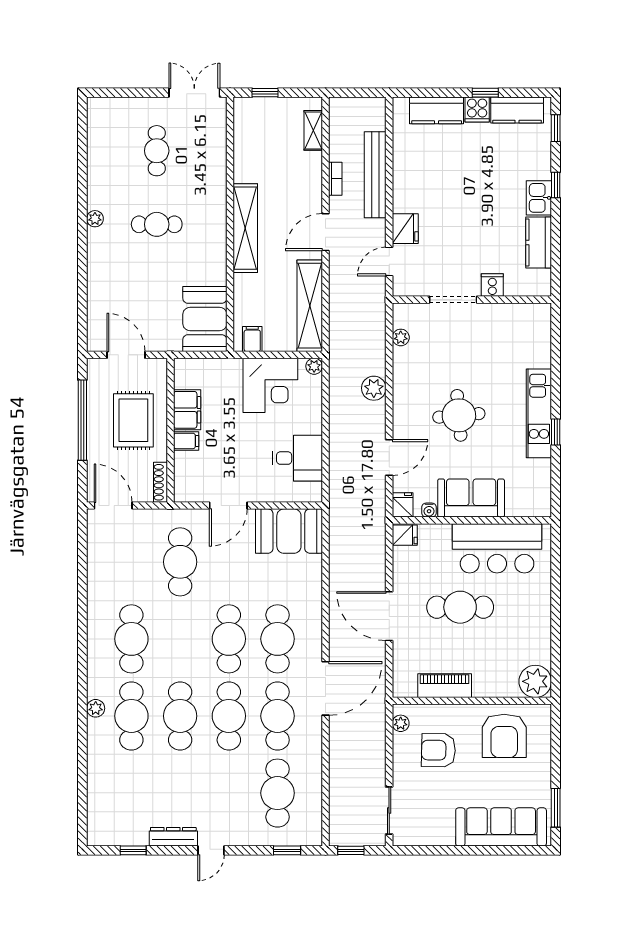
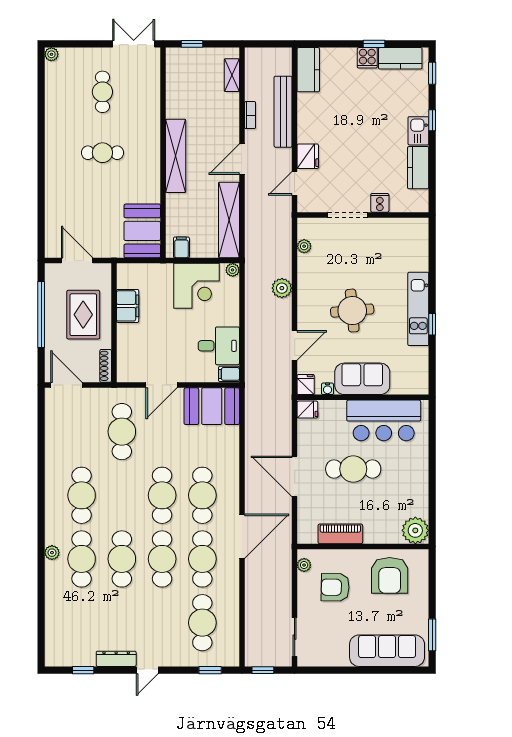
kitchen counter: (437, 110) -> (308, 70), moved, turned -90
plant: (95, 219) -> (51, 54), moved
filing cabinet: (186, 441) -> (229, 374), moved, turned 180

